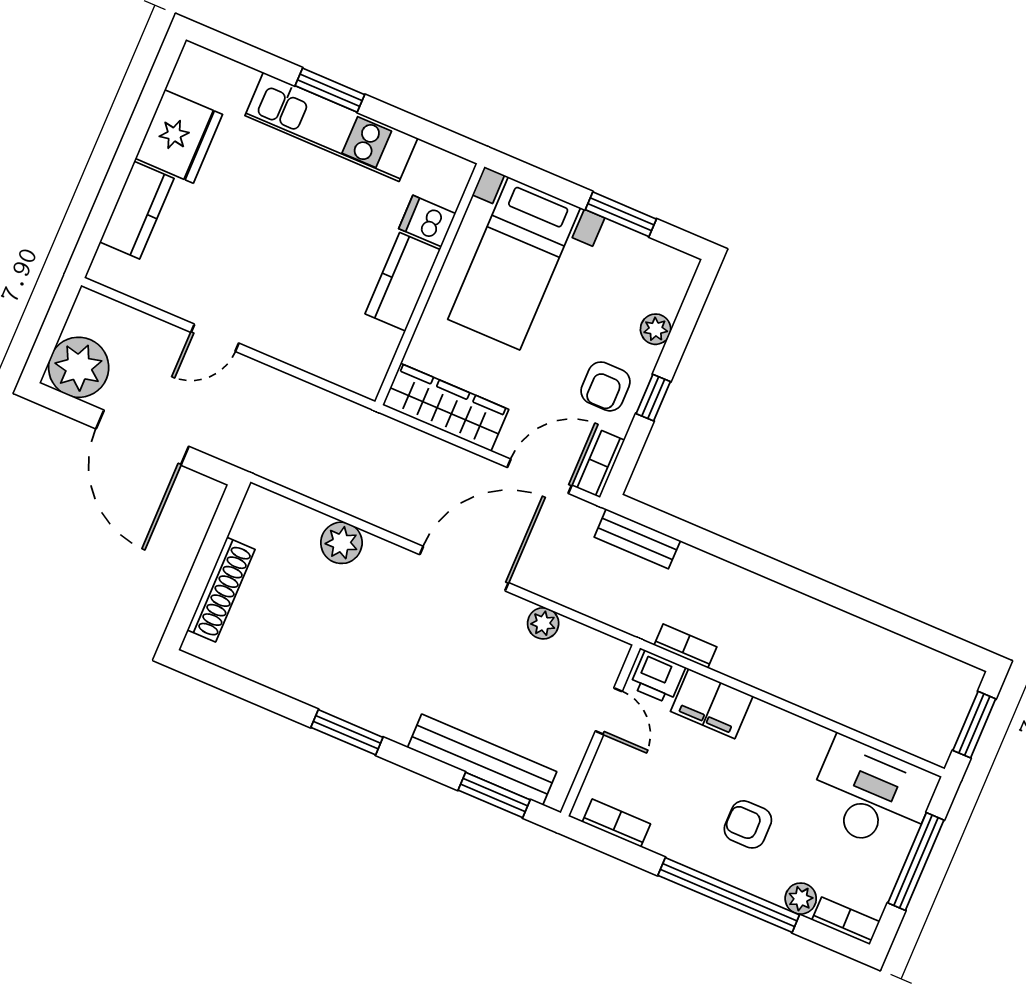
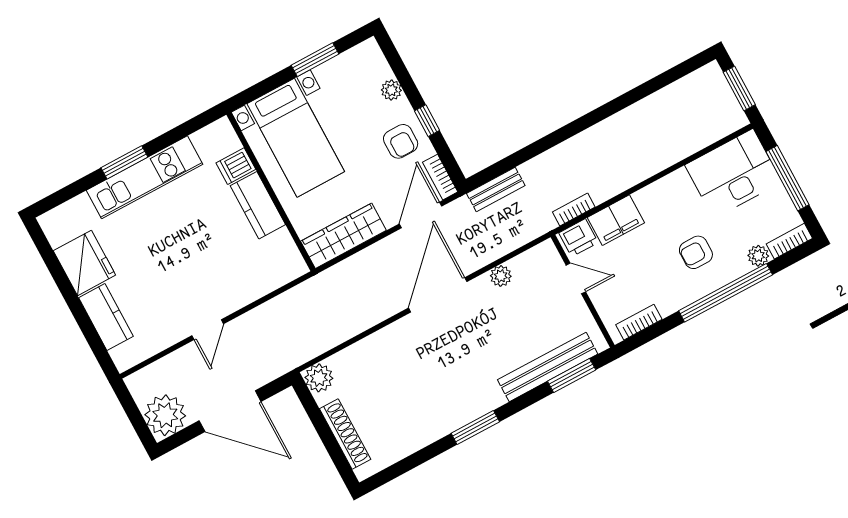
plant: (341, 543) -> (319, 378), moved

